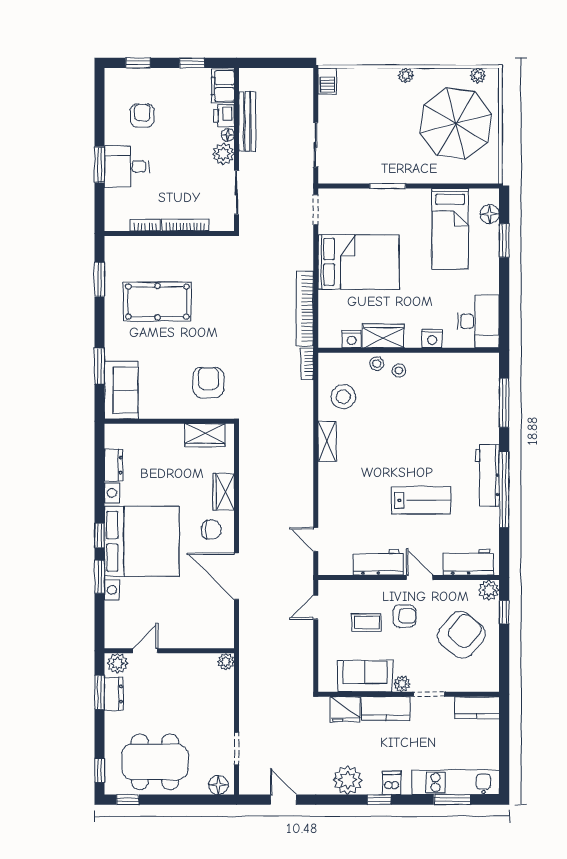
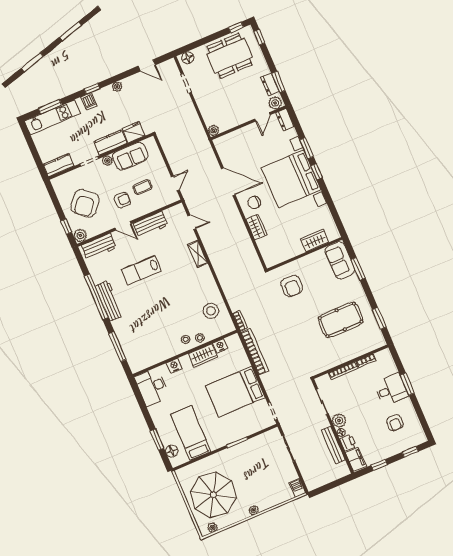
wardrobe: (205, 435) -> (315, 240), moved
shelving: (327, 441) -> (198, 254), moved
dresser: (114, 465) -> (285, 120), moved
armchair: (404, 616) -> (122, 200), turned 180
plant: (348, 780) -> (117, 87), width x0.53, depth x0.53

